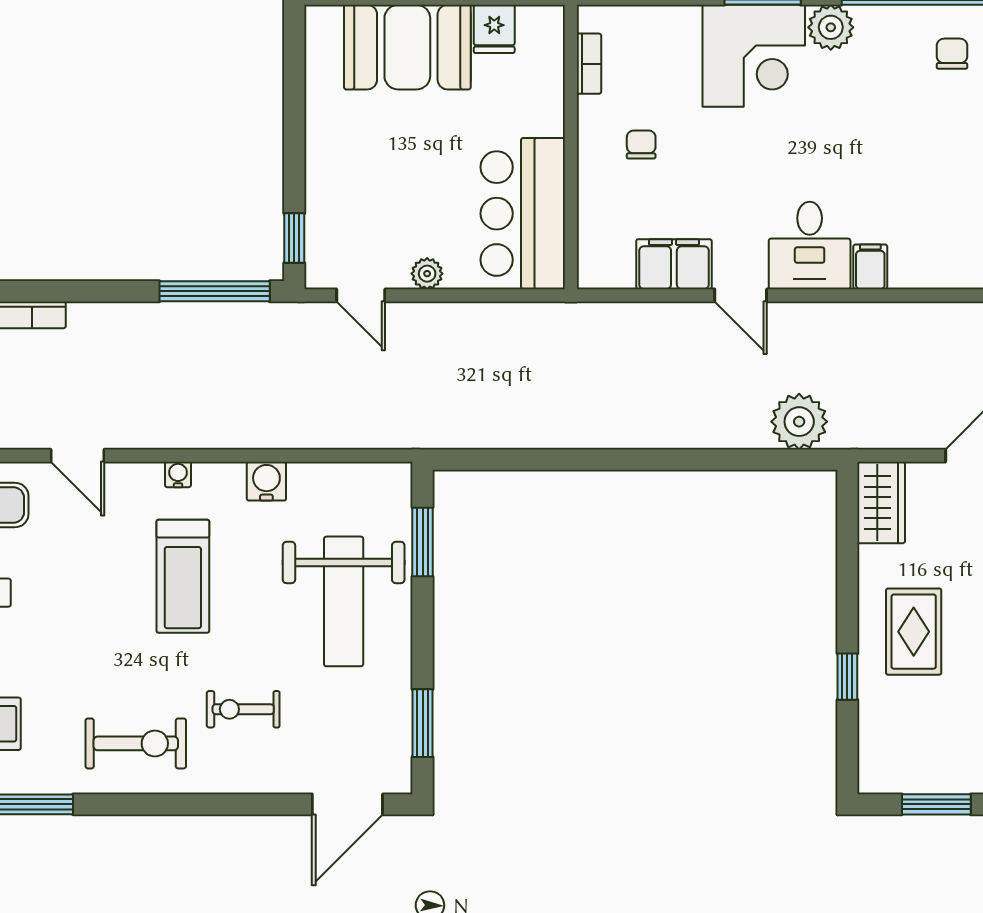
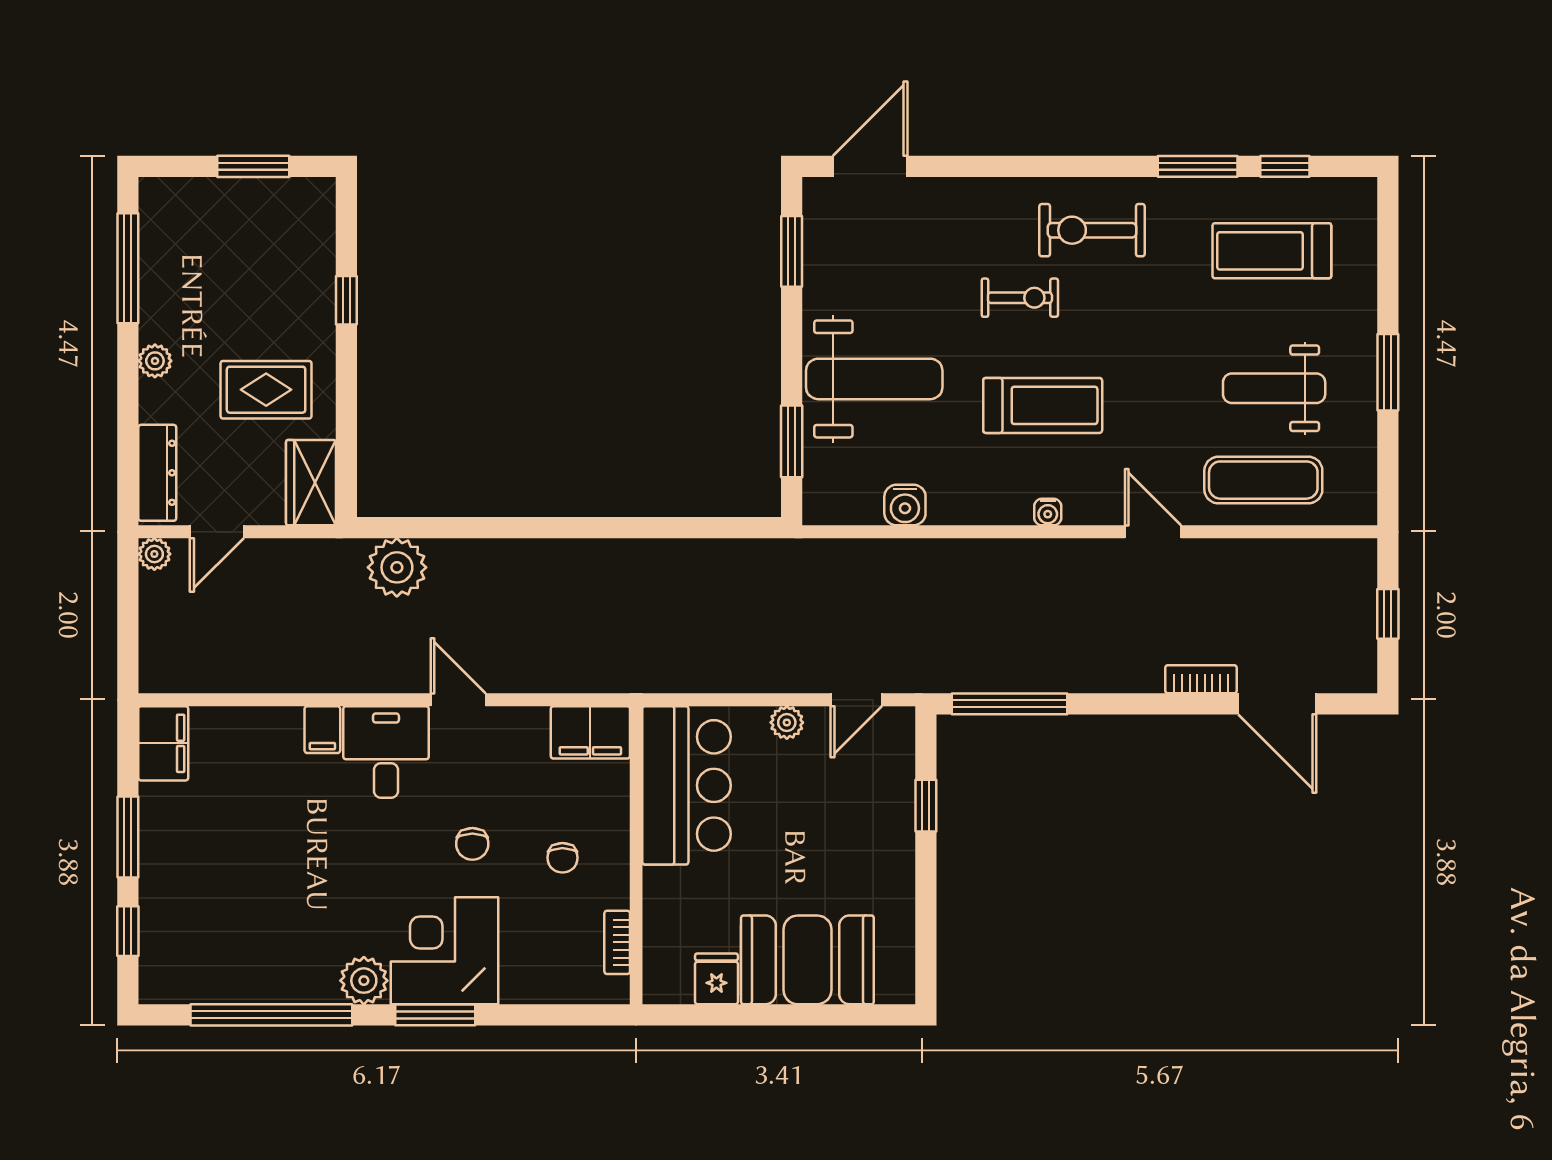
chair: (952, 54) -> (472, 844), moved
window: (294, 238) -> (926, 806), moved
filing cabinet: (674, 264) -> (590, 732), moved
door: (361, 295) -> (856, 700), swing flipped
water cooler: (266, 481) -> (905, 505), moved
treadmill: (183, 576) -> (1043, 405), turned 90
weight bench: (344, 601) -> (874, 379), turned 90
rug: (914, 632) -> (266, 390), moved, turned 90
exercise bike: (243, 709) -> (1020, 298), moved

